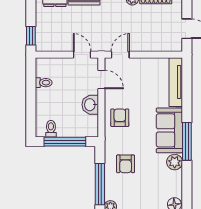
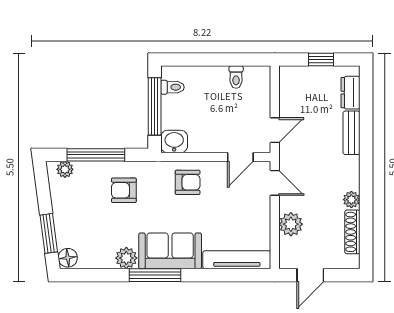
window: (31, 36) -> (321, 59), moved
plant: (150, 43) -> (291, 224), added
washbasin: (90, 105) -> (174, 142), moved

